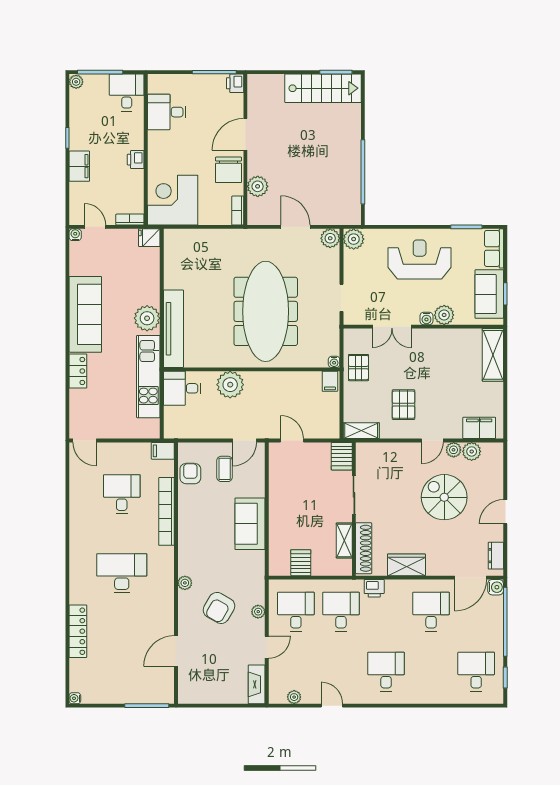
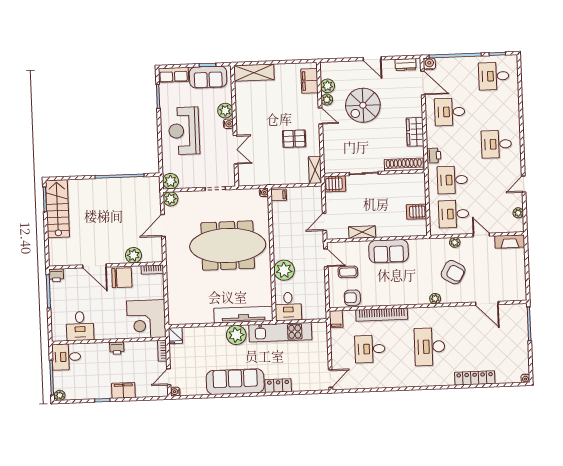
pallet: (358, 368) -> (267, 174), removed
shelving: (344, 540) -> (362, 232), moved

